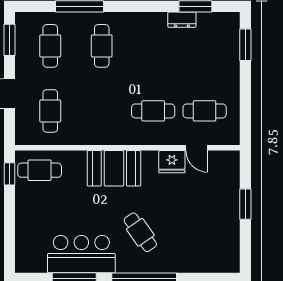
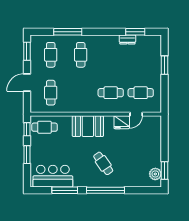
window: (245, 45) -> (164, 65), moved
door: (197, 148) -> (136, 114), hinge flipped
window: (245, 204) -> (164, 171), moved
window: (9, 217) -> (27, 155), added
plant: (230, 250) -> (155, 174), added
bar counter: (81, 254) -> (53, 176), moved

